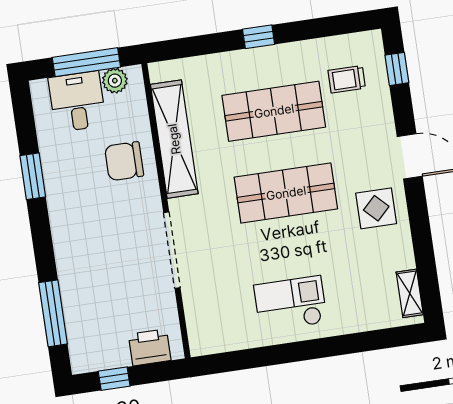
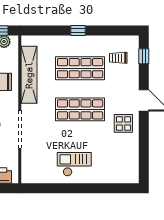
shelving: (410, 293) -> (134, 168), removed

